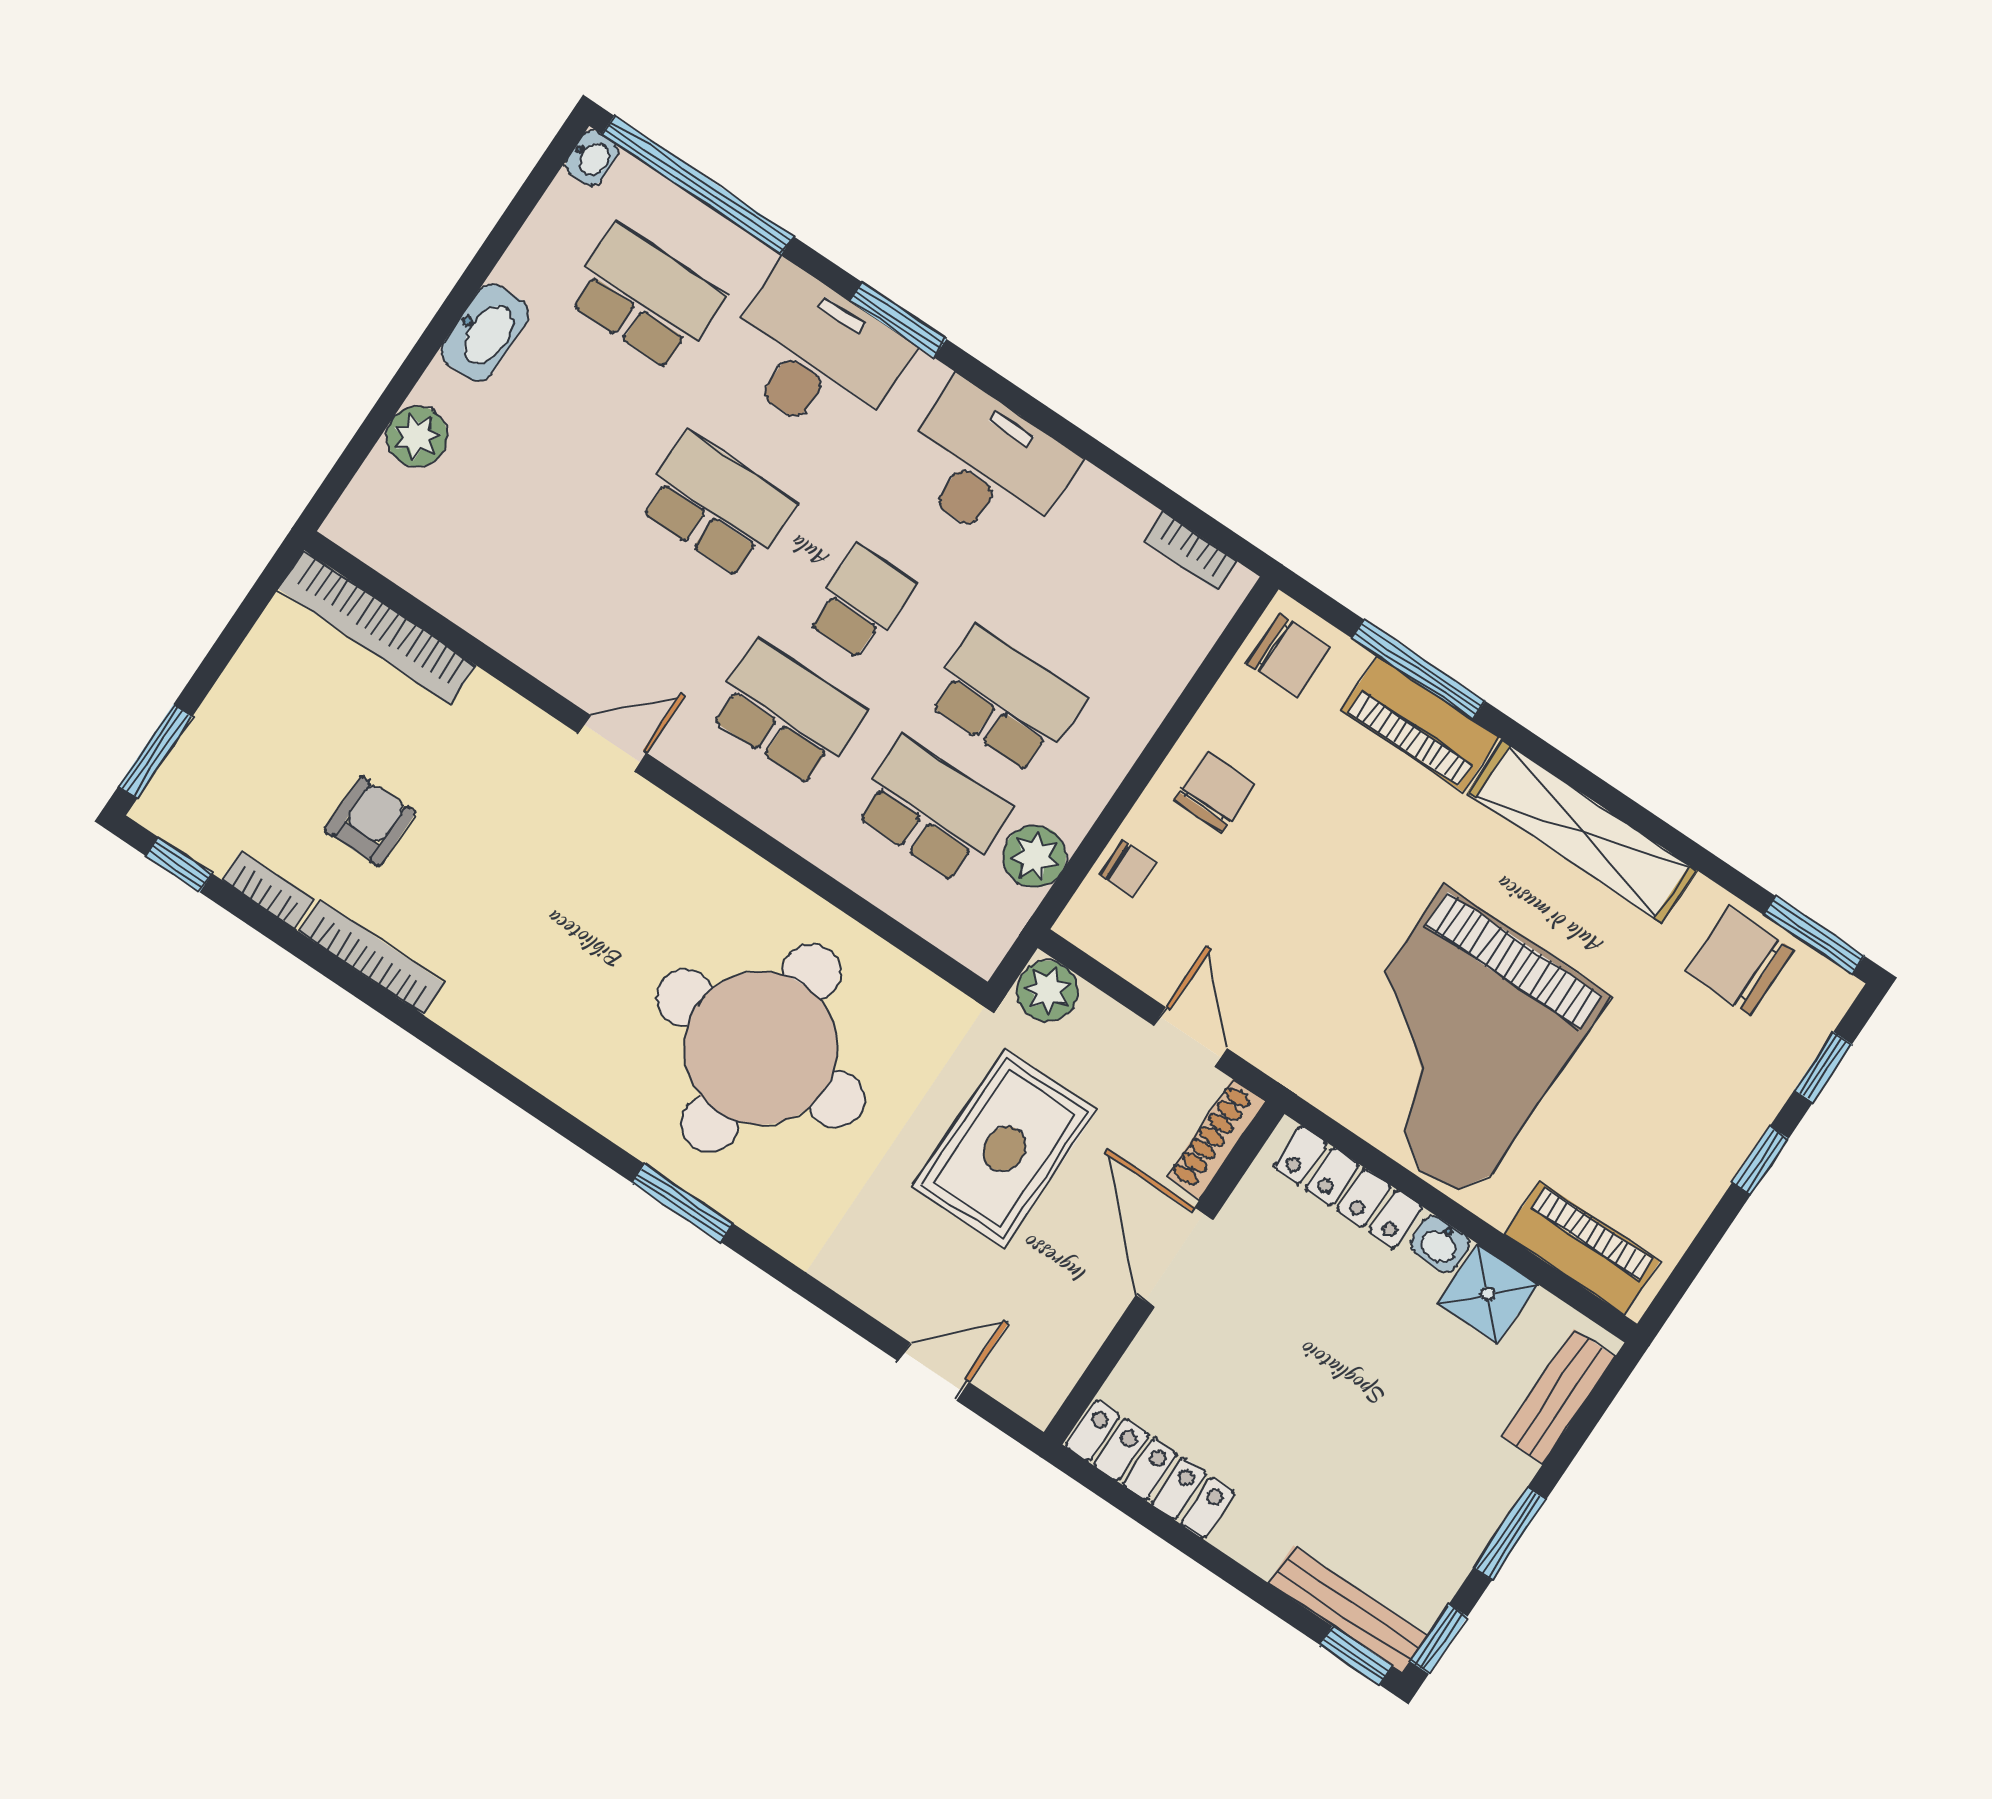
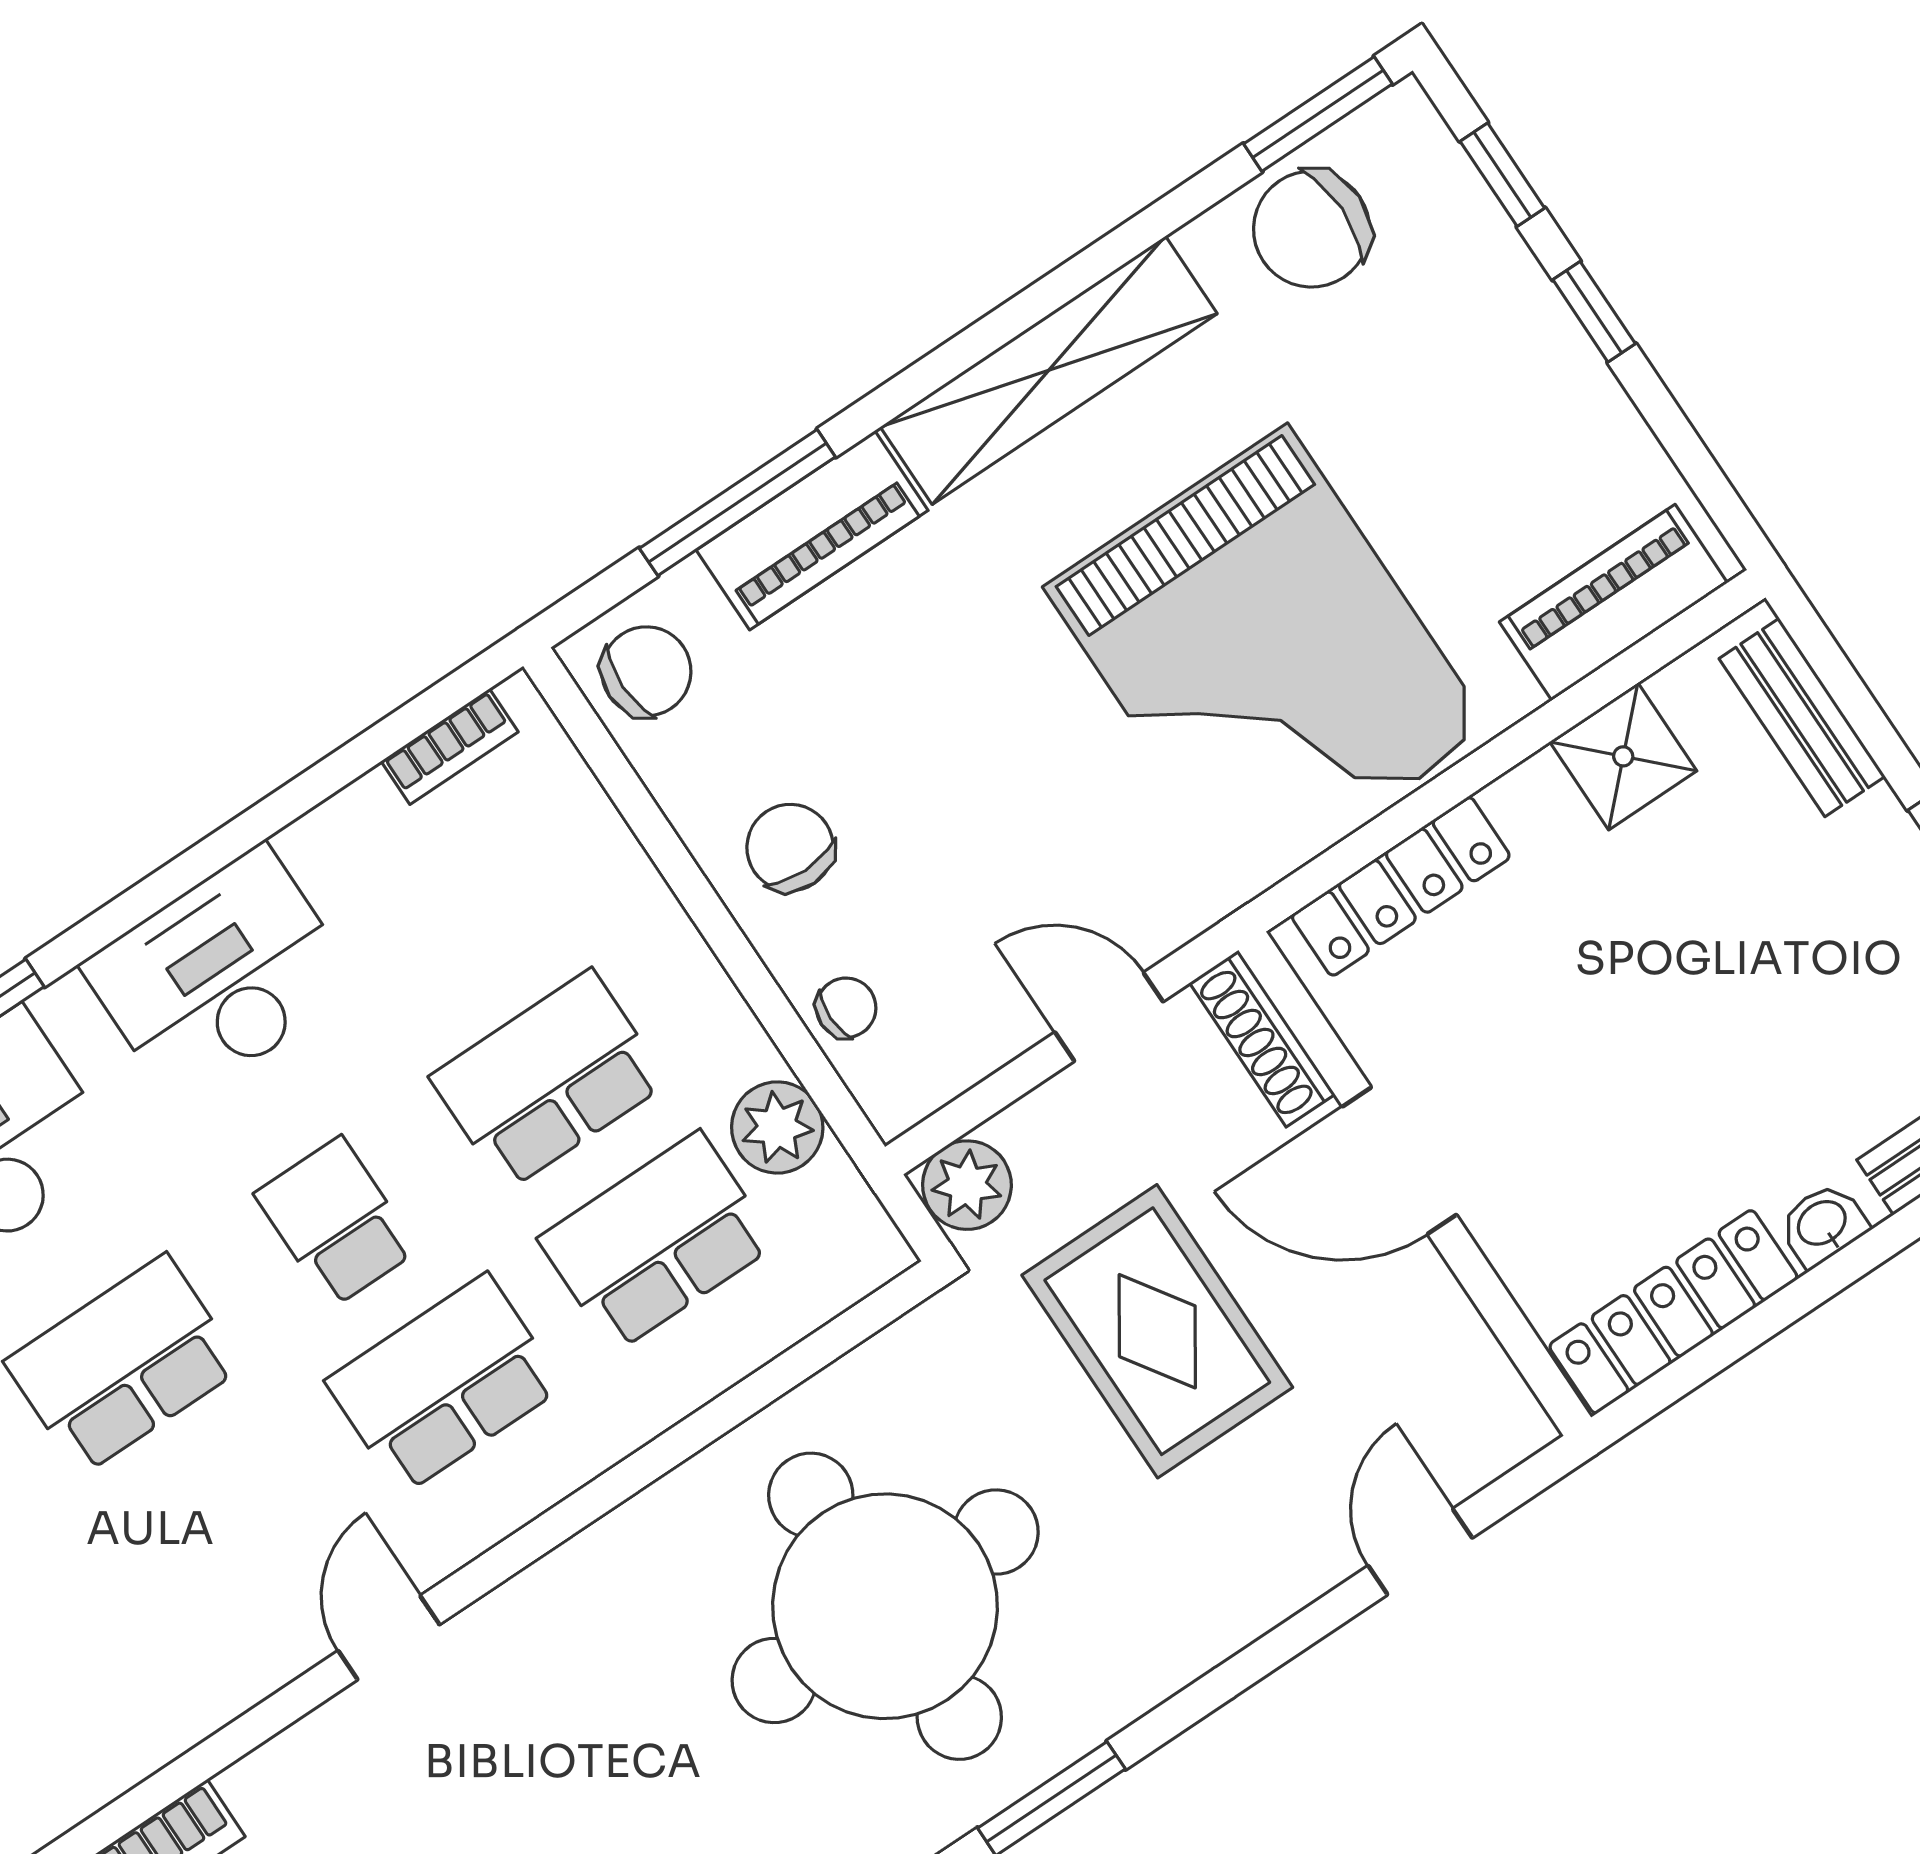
washbasin: (1440, 1244) -> (1823, 1224), moved, turned 180

